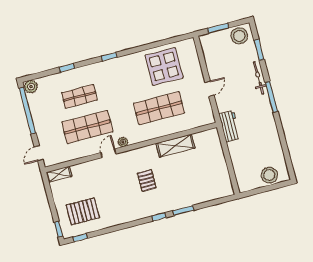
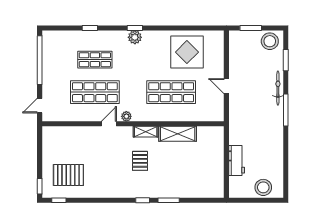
plant: (31, 87) -> (135, 37), moved
door: (210, 89) -> (226, 86), swing flipped
workbench: (230, 126) -> (237, 160), moved
shelving: (59, 174) -> (146, 132), moved

